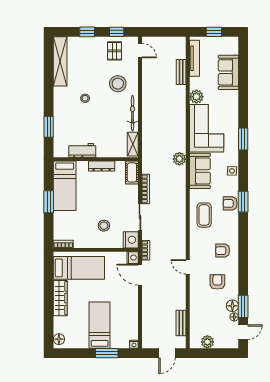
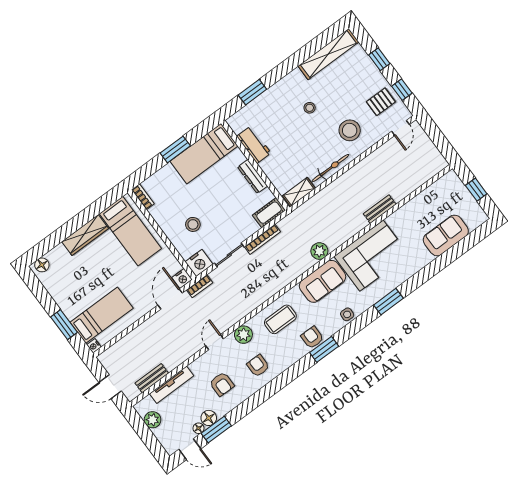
tv unit: (194, 58) -> (172, 385), moved
bench: (181, 72) -> (380, 209), moved
plant: (196, 97) -> (243, 335), moved
armchair: (217, 282) -> (222, 384), turned 90
bed: (100, 325) -> (102, 315), moved

